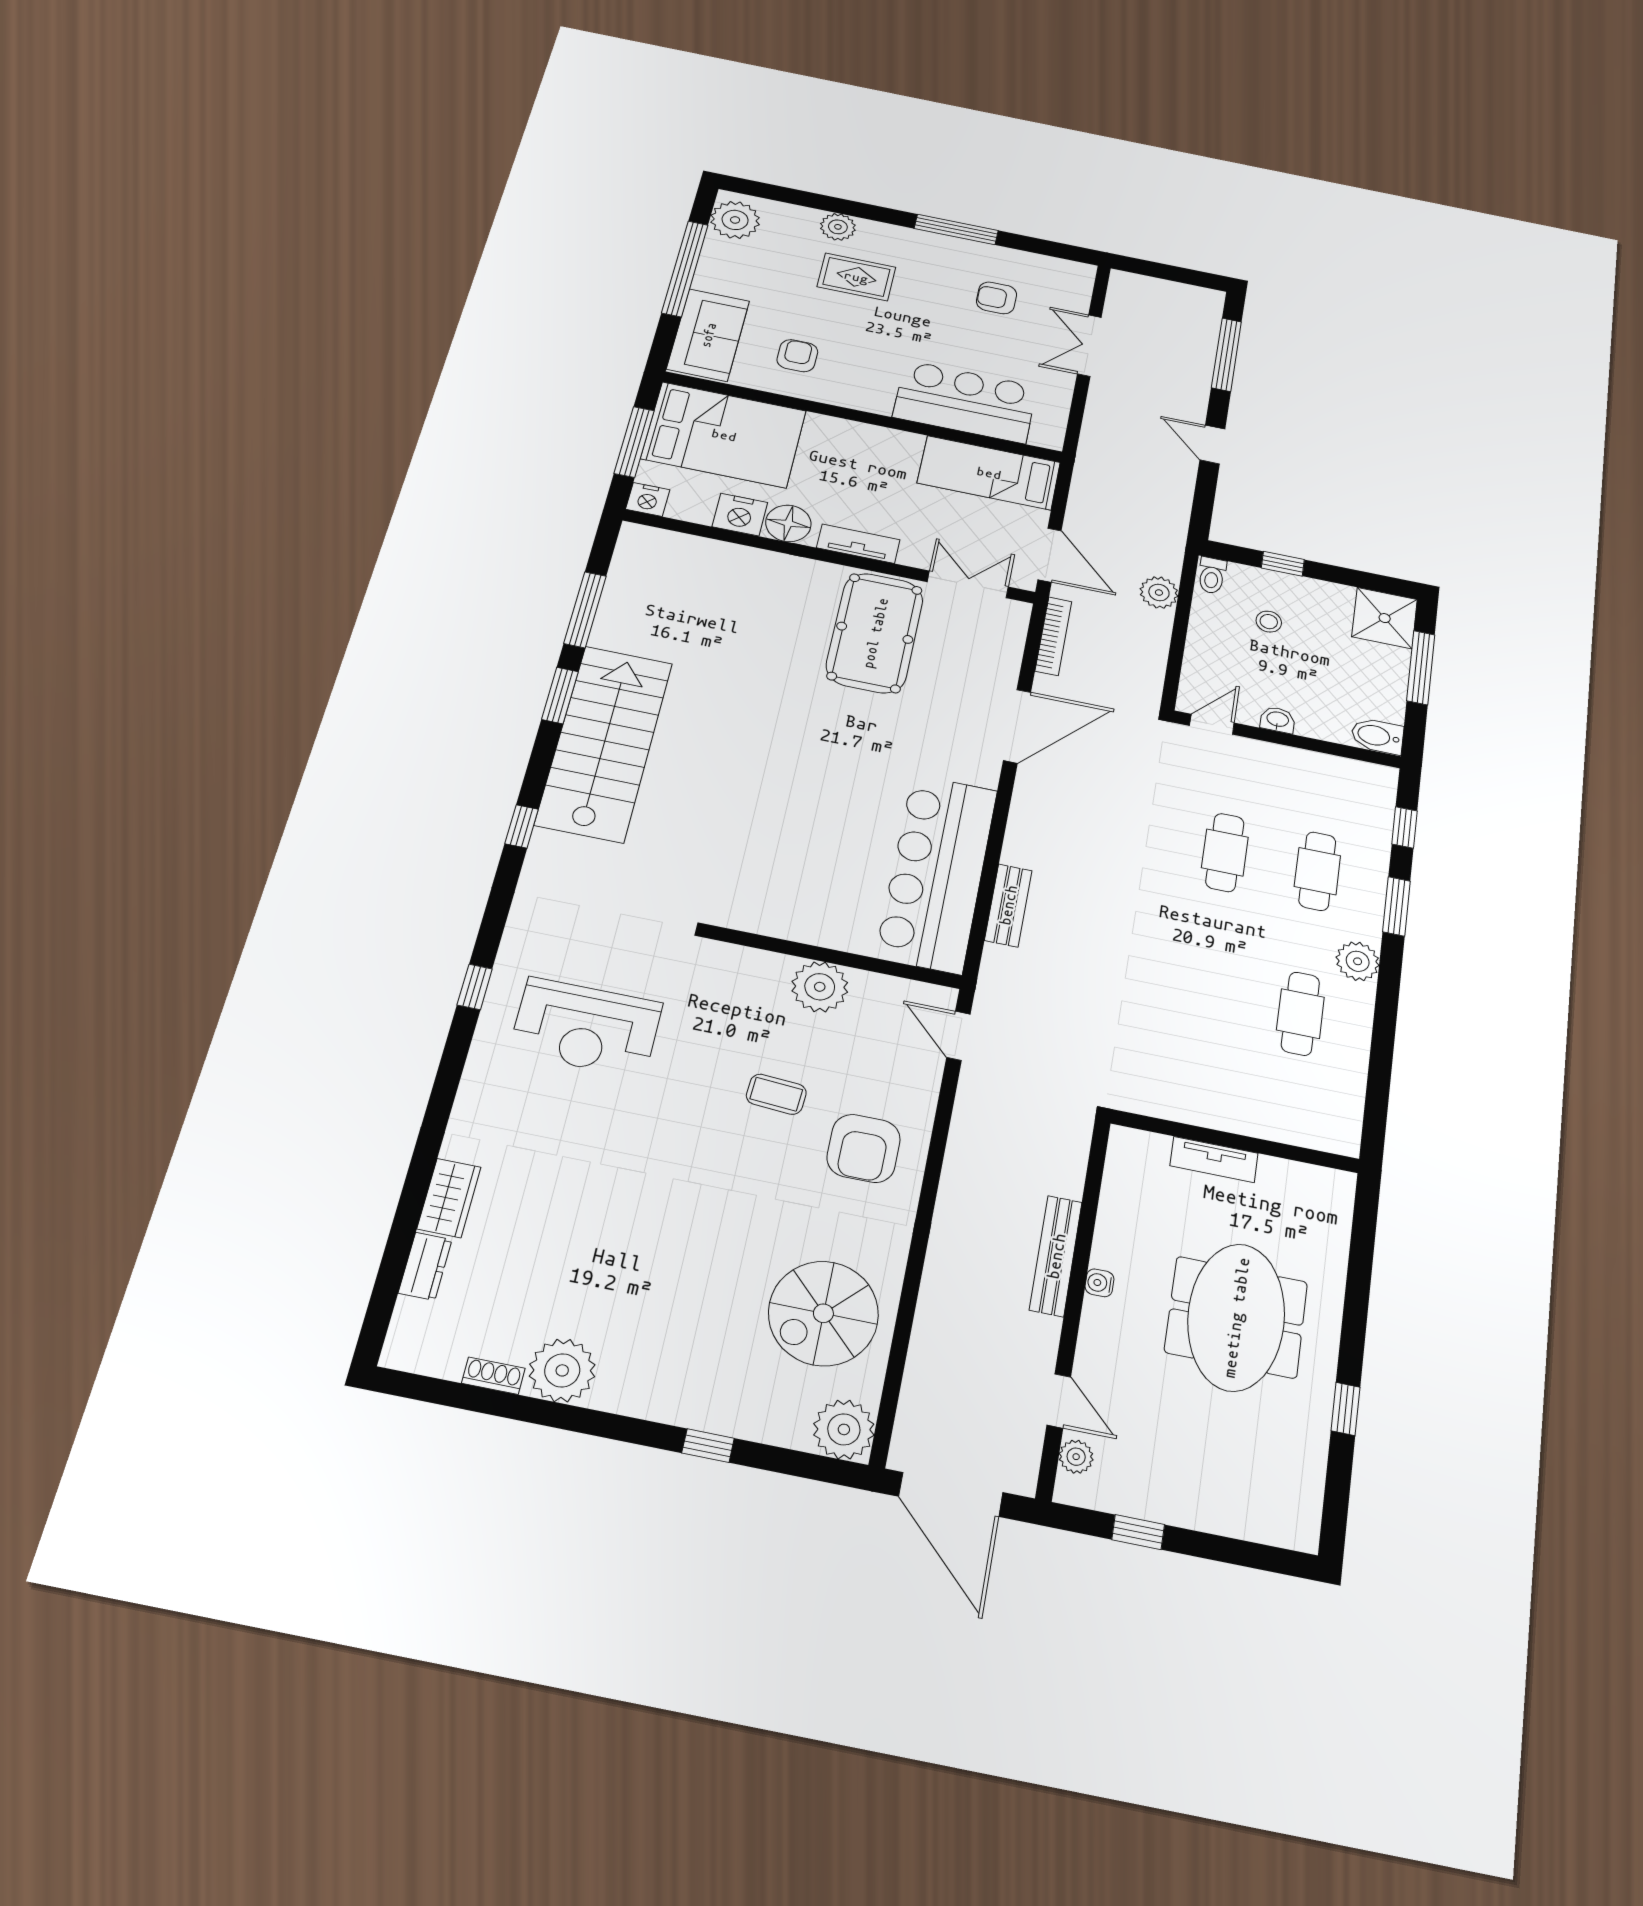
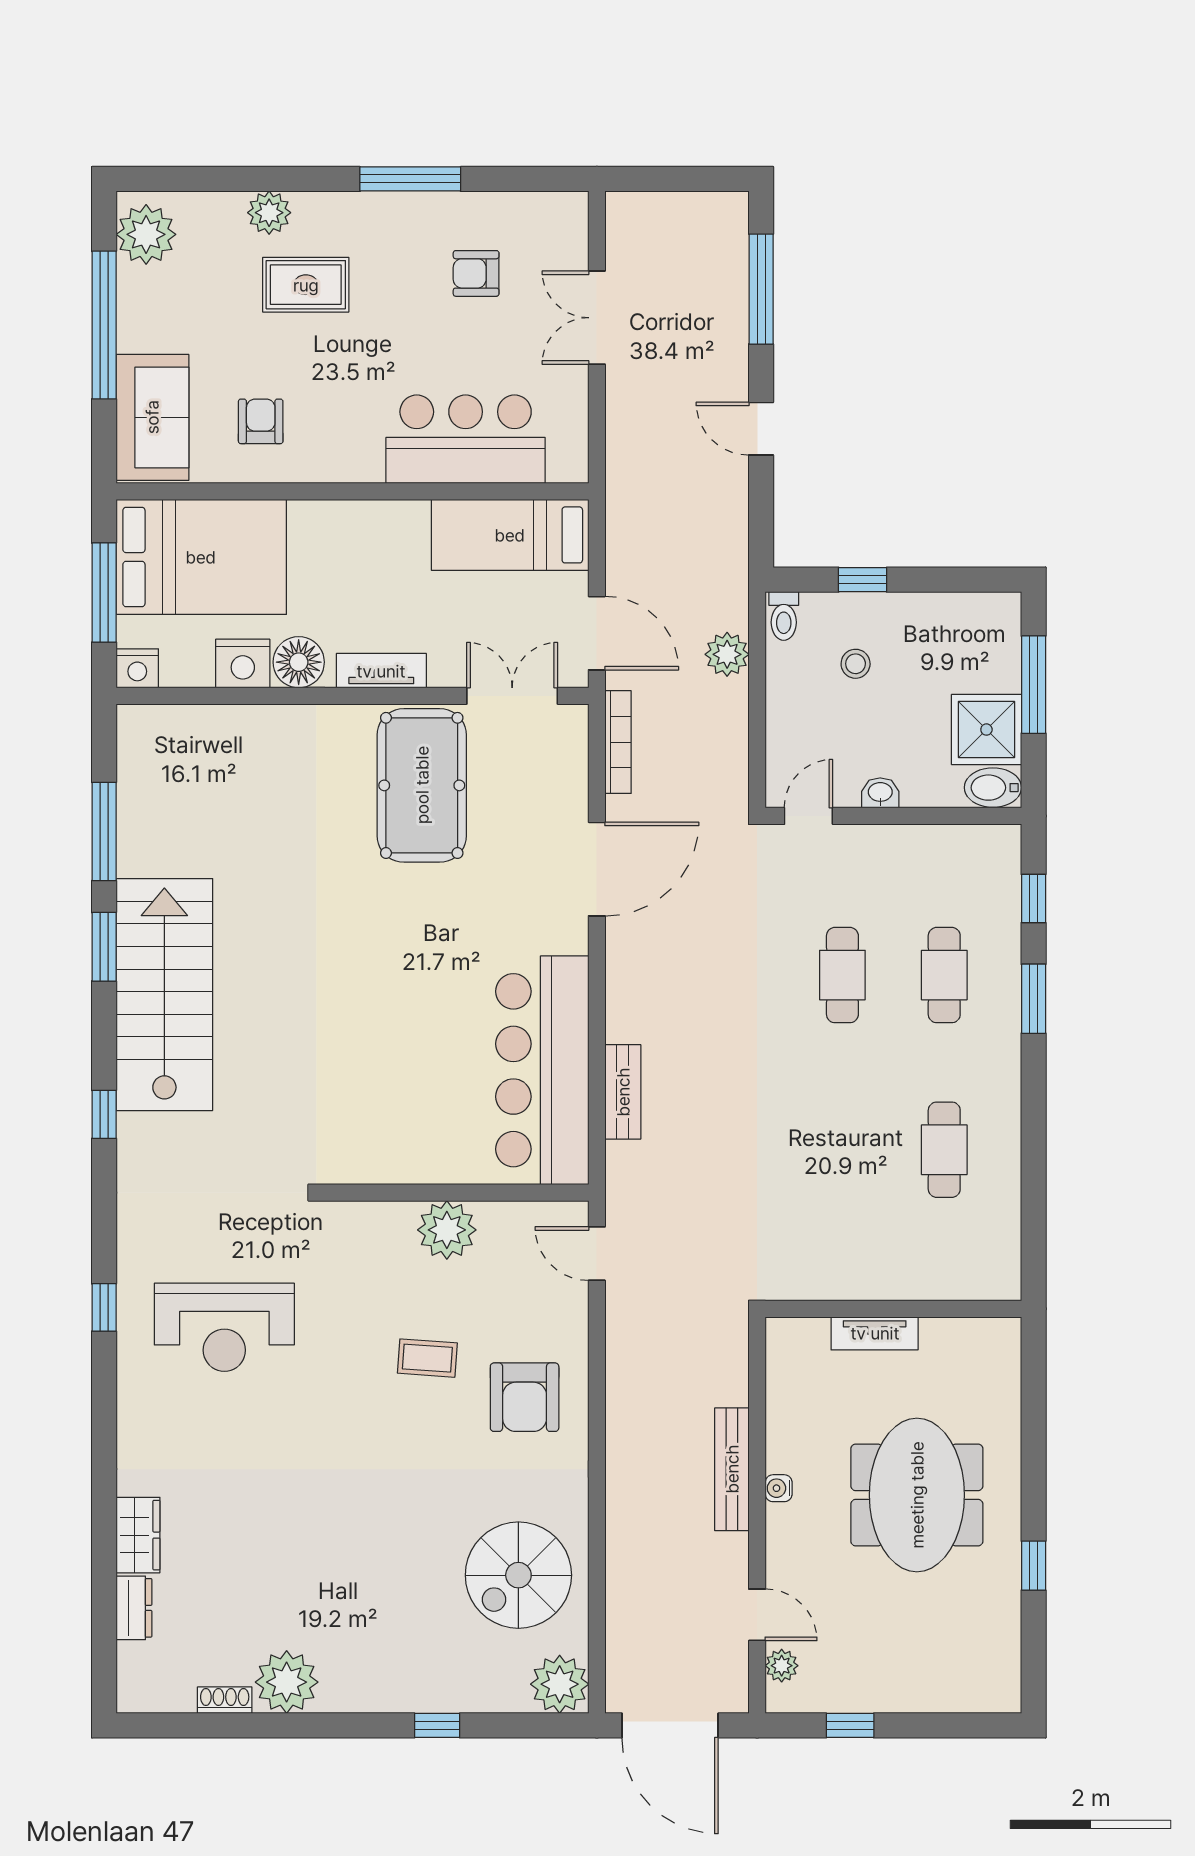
shower: (1385, 618) -> (986, 730), moved
plant: (1358, 961) -> (998, 1075), removed

